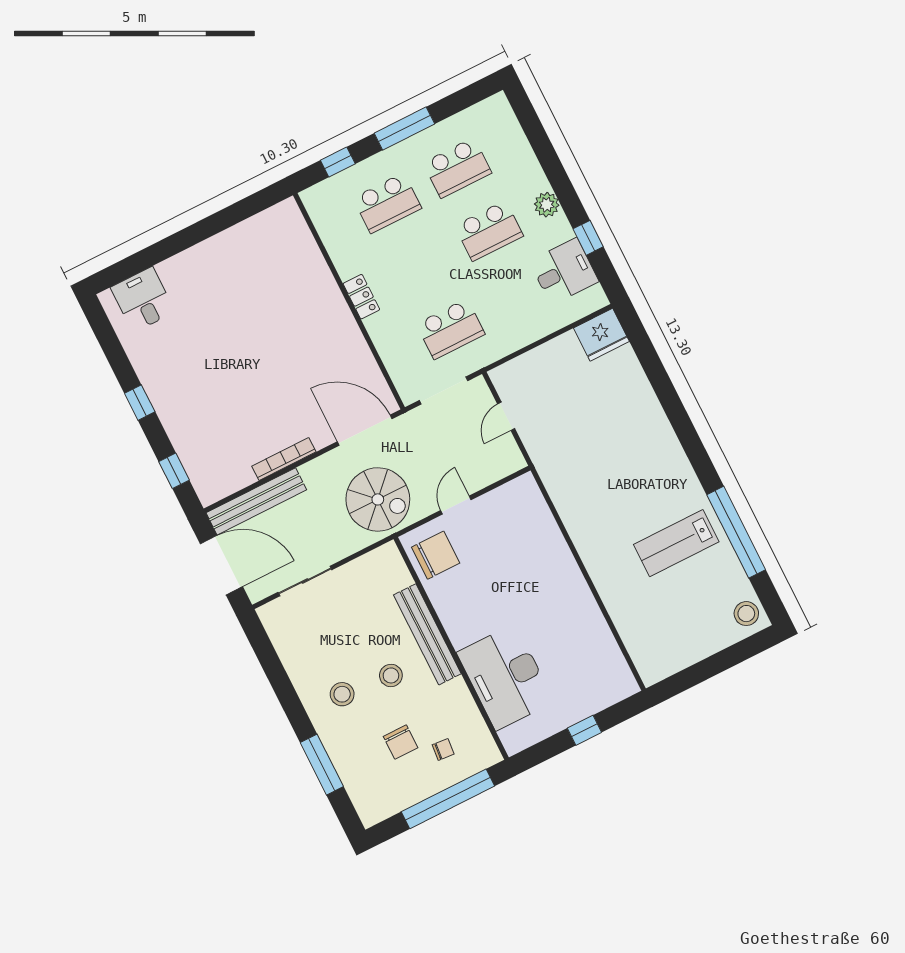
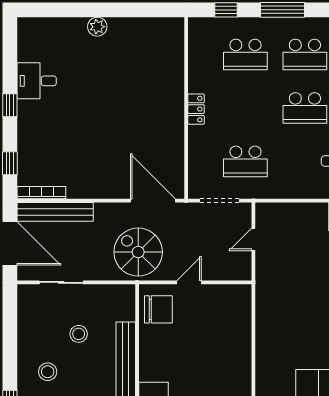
plant: (196, 258) -> (97, 27), added
desk: (143, 300) -> (37, 81), moved, turned -90
bookcase: (284, 459) -> (41, 193), moved
spiral stairs: (378, 499) -> (138, 252), turned 180
stool: (391, 675) -> (79, 334), moved

